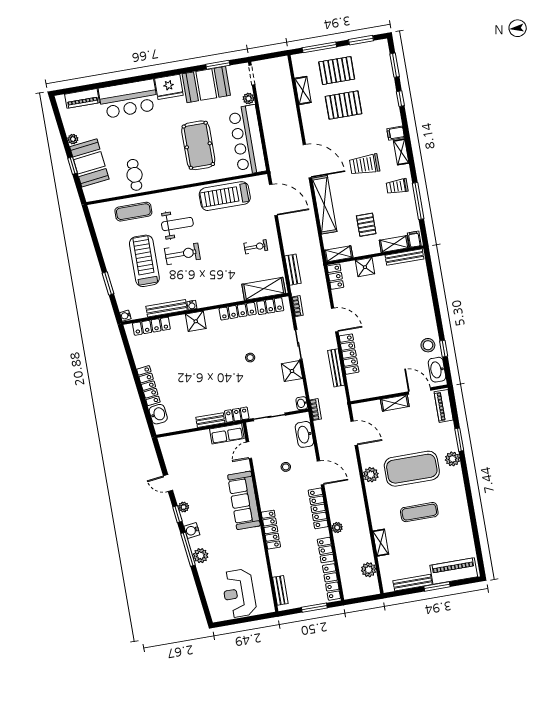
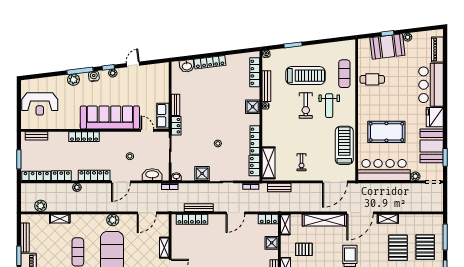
shelving: (303, 90) -> (388, 219), moved
locker: (349, 354) -> (192, 219), moved
sofa: (244, 500) -> (110, 117), width x1.36, depth x1.27
reception desk: (239, 593) -> (40, 104), turned 180

